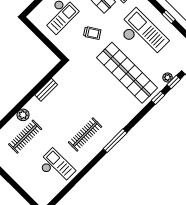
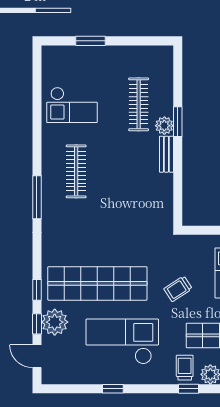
checkout: (142, 34) -> (122, 341), turned 180
plant: (168, 78) -> (55, 322), width x1.87, depth x1.87
bench: (46, 90) -> (166, 154), moved
window: (15, 110) -> (178, 122), added
window: (18, 188) -> (90, 41), added

